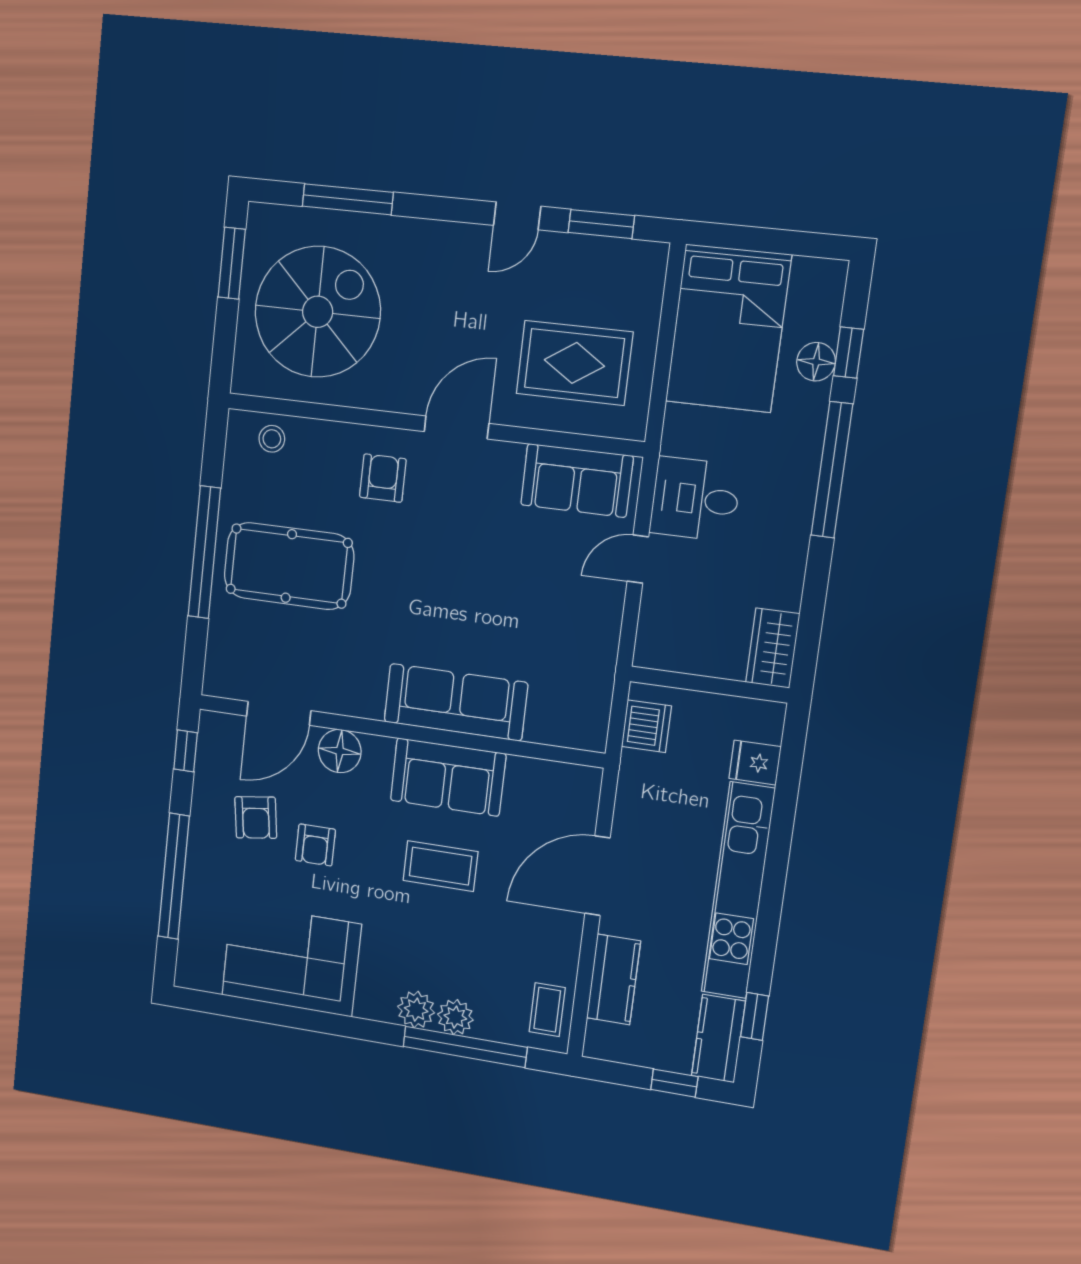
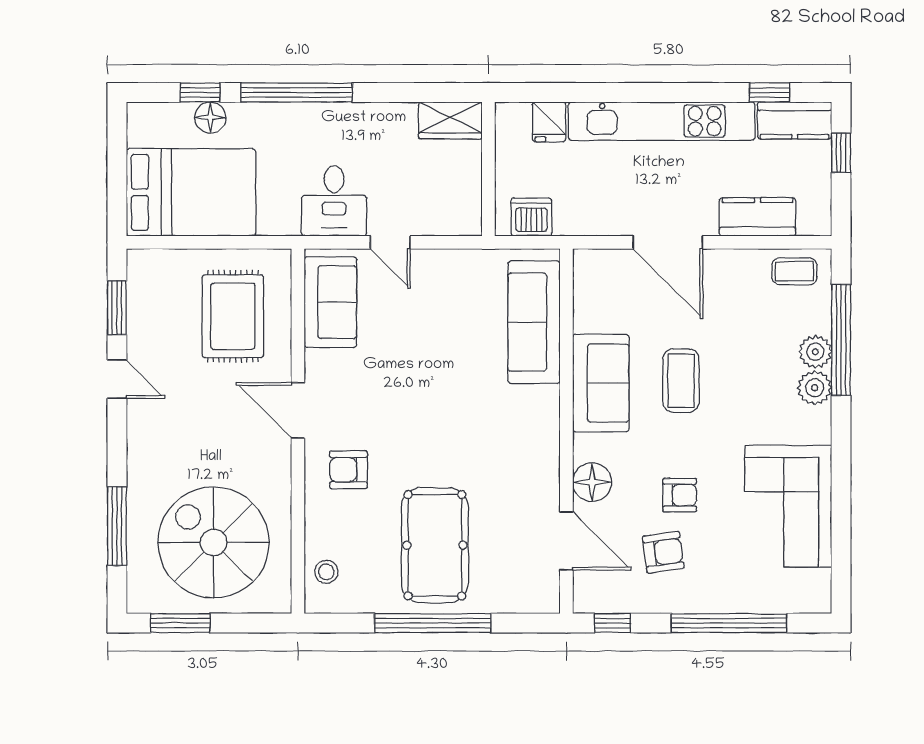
sofa: (456, 702) -> (534, 322), moved

